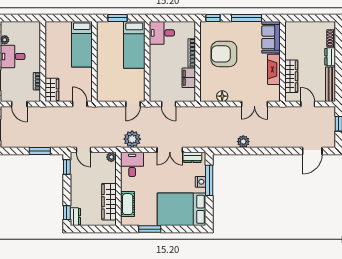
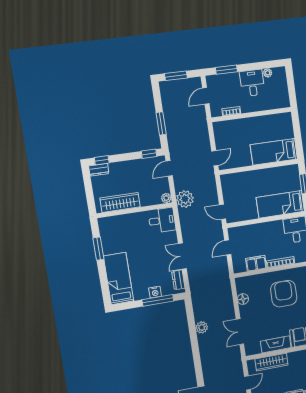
wardrobe: (52, 90) -> (225, 128), removed
plant: (132, 139) -> (185, 199), moved
cot: (128, 204) -> (121, 222), removed
bed: (181, 209) -> (118, 279), width x0.67

